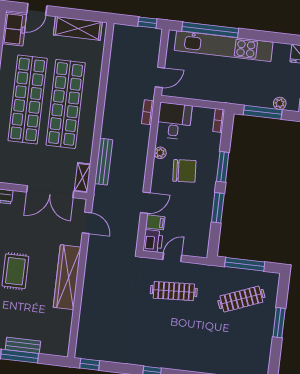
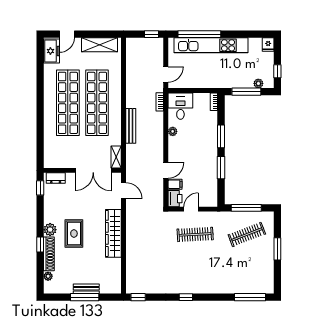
bench: (104, 162) -> (131, 126), moved
chair: (184, 171) -> (193, 143), removed

